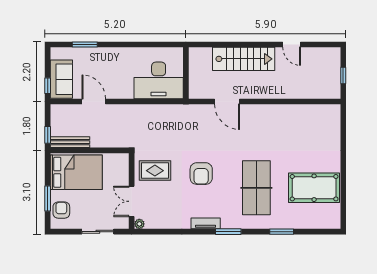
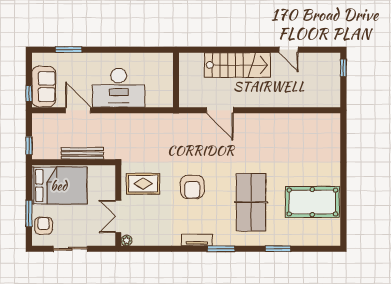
window: (343, 75) -> (343, 68), moved
desk: (159, 80) -> (119, 88), moved
bench: (70, 142) -> (82, 153), moved
sliding door: (98, 232) -> (70, 249), moved

